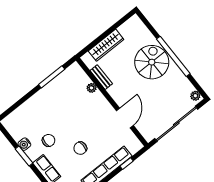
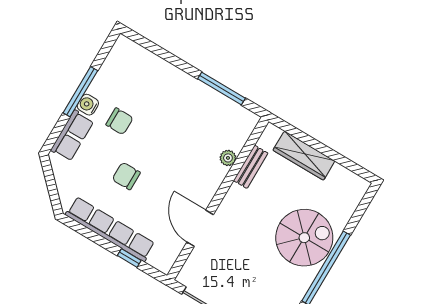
door: (125, 118) -> (200, 228), swing flipped
water cooler: (24, 144) -> (88, 105), moved
window: (24, 156) -> (80, 92), width x1.44

